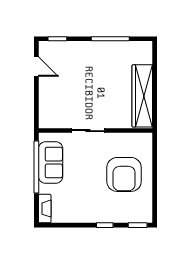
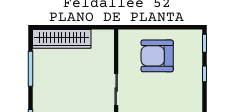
wardrobe: (142, 96) -> (62, 39), moved
armchair: (124, 174) -> (157, 56), turned 180

